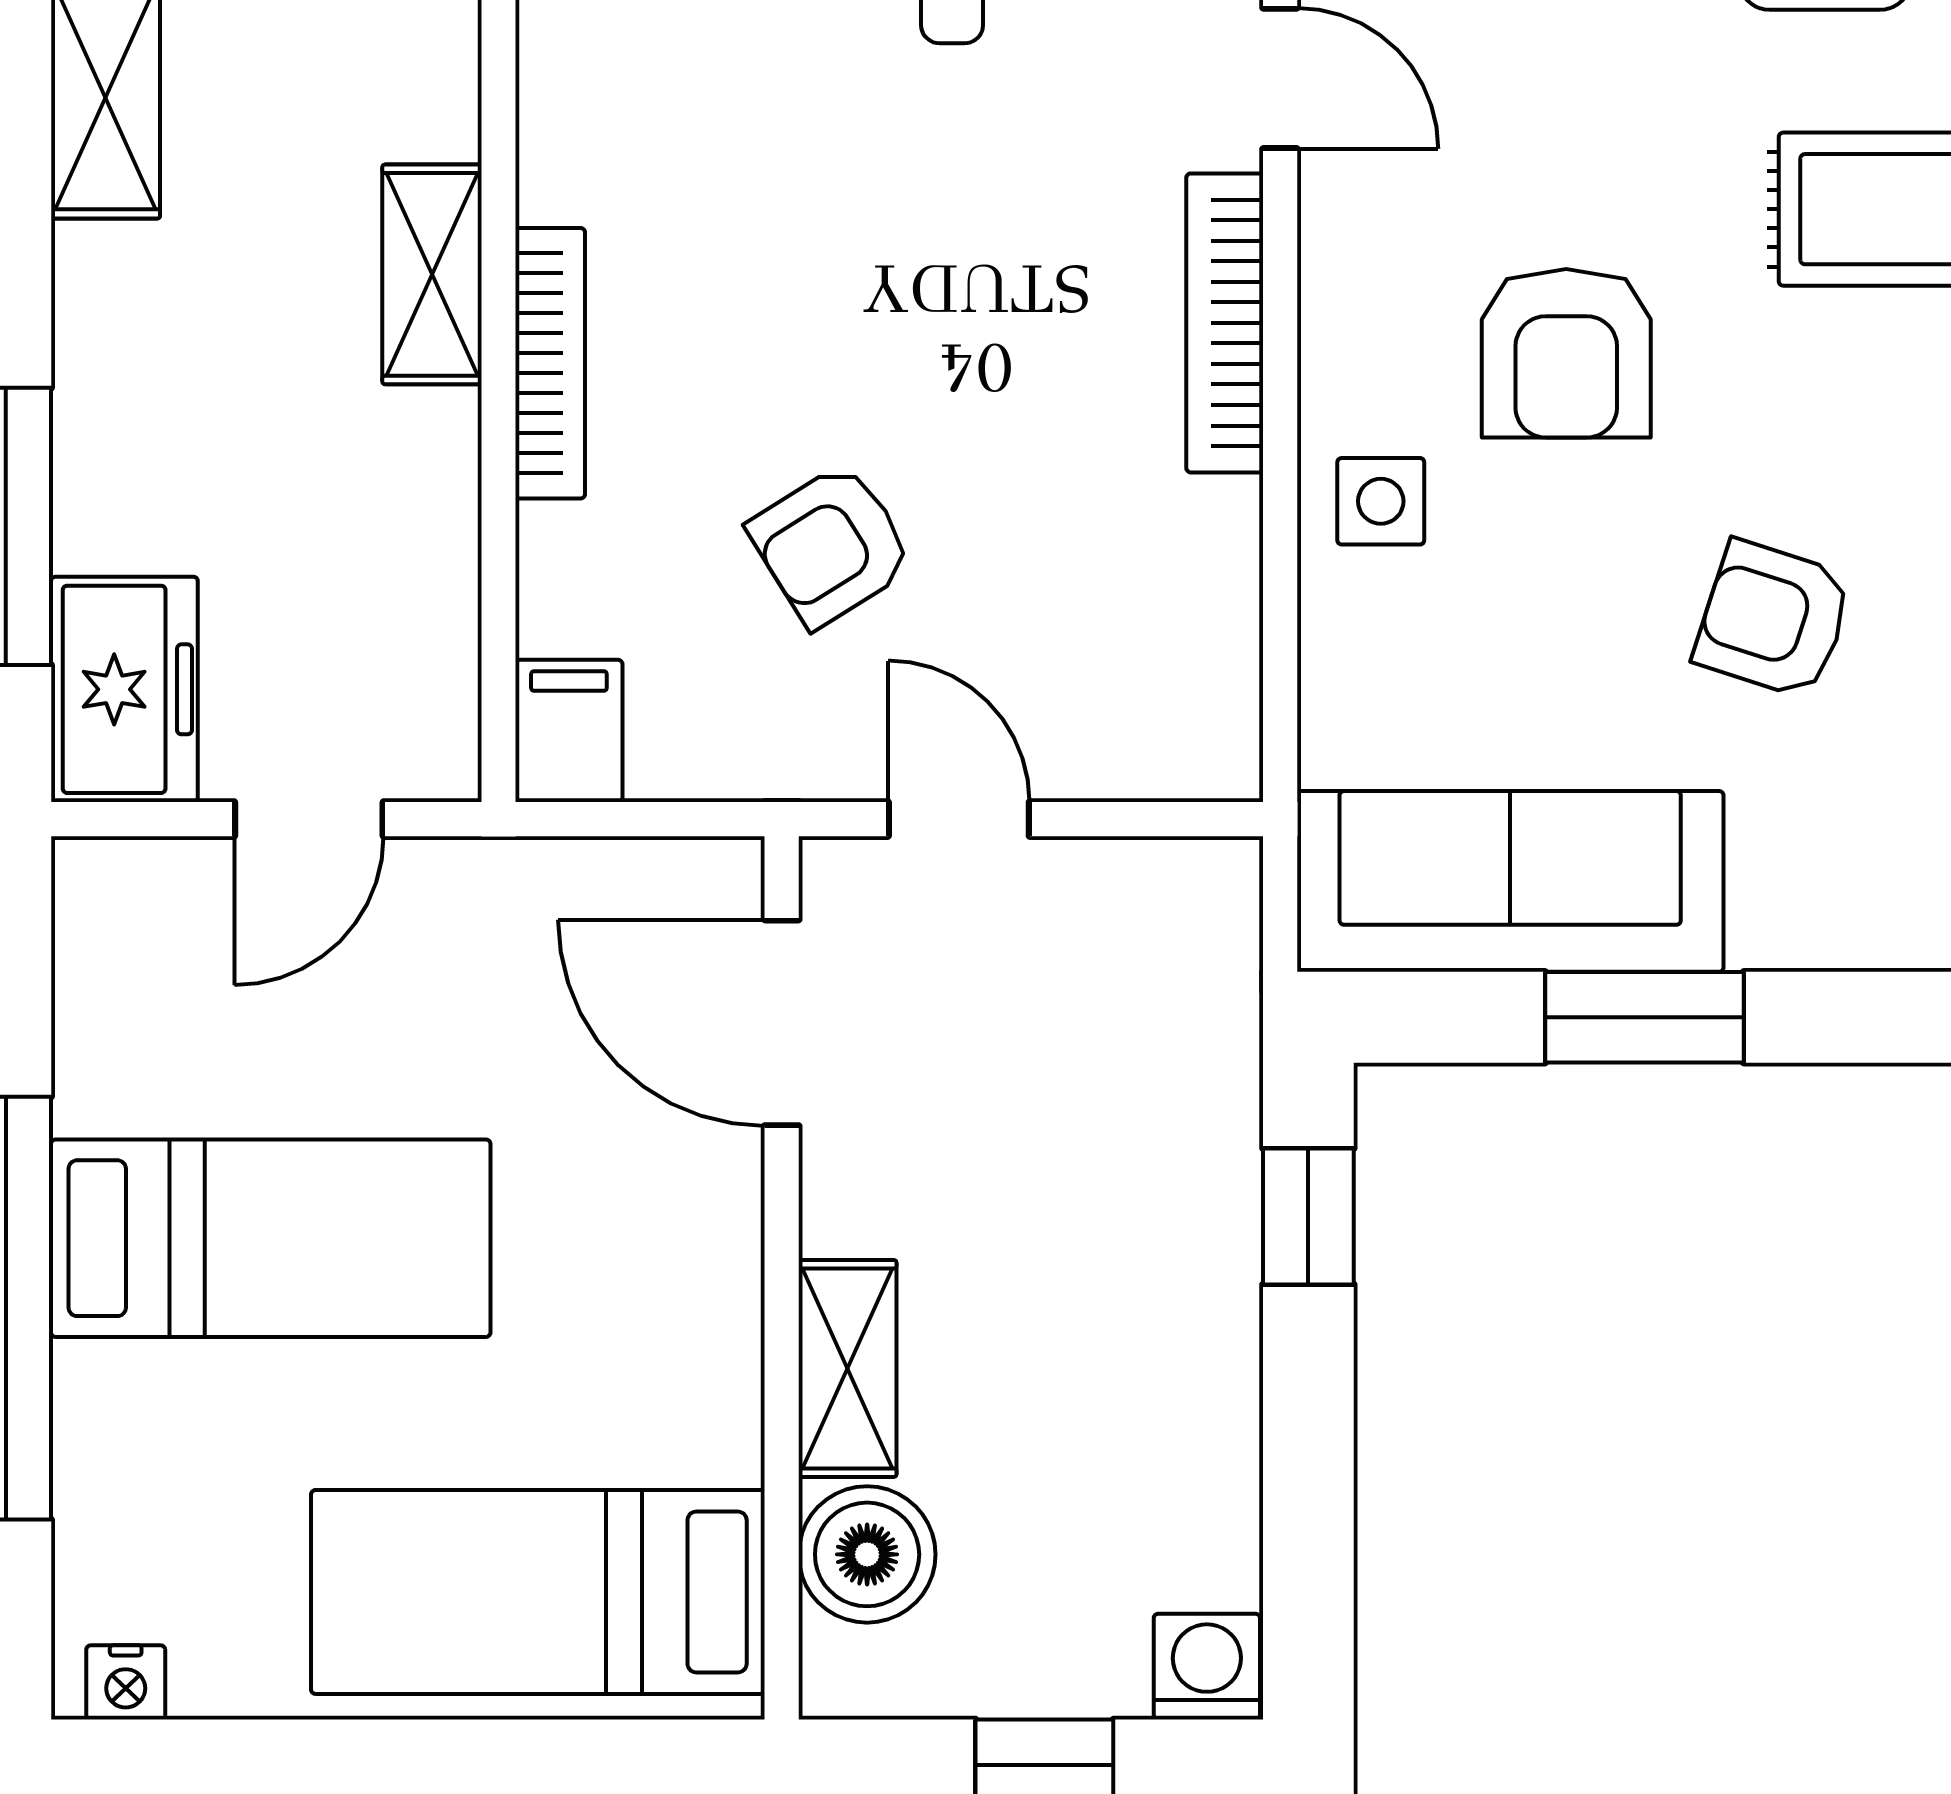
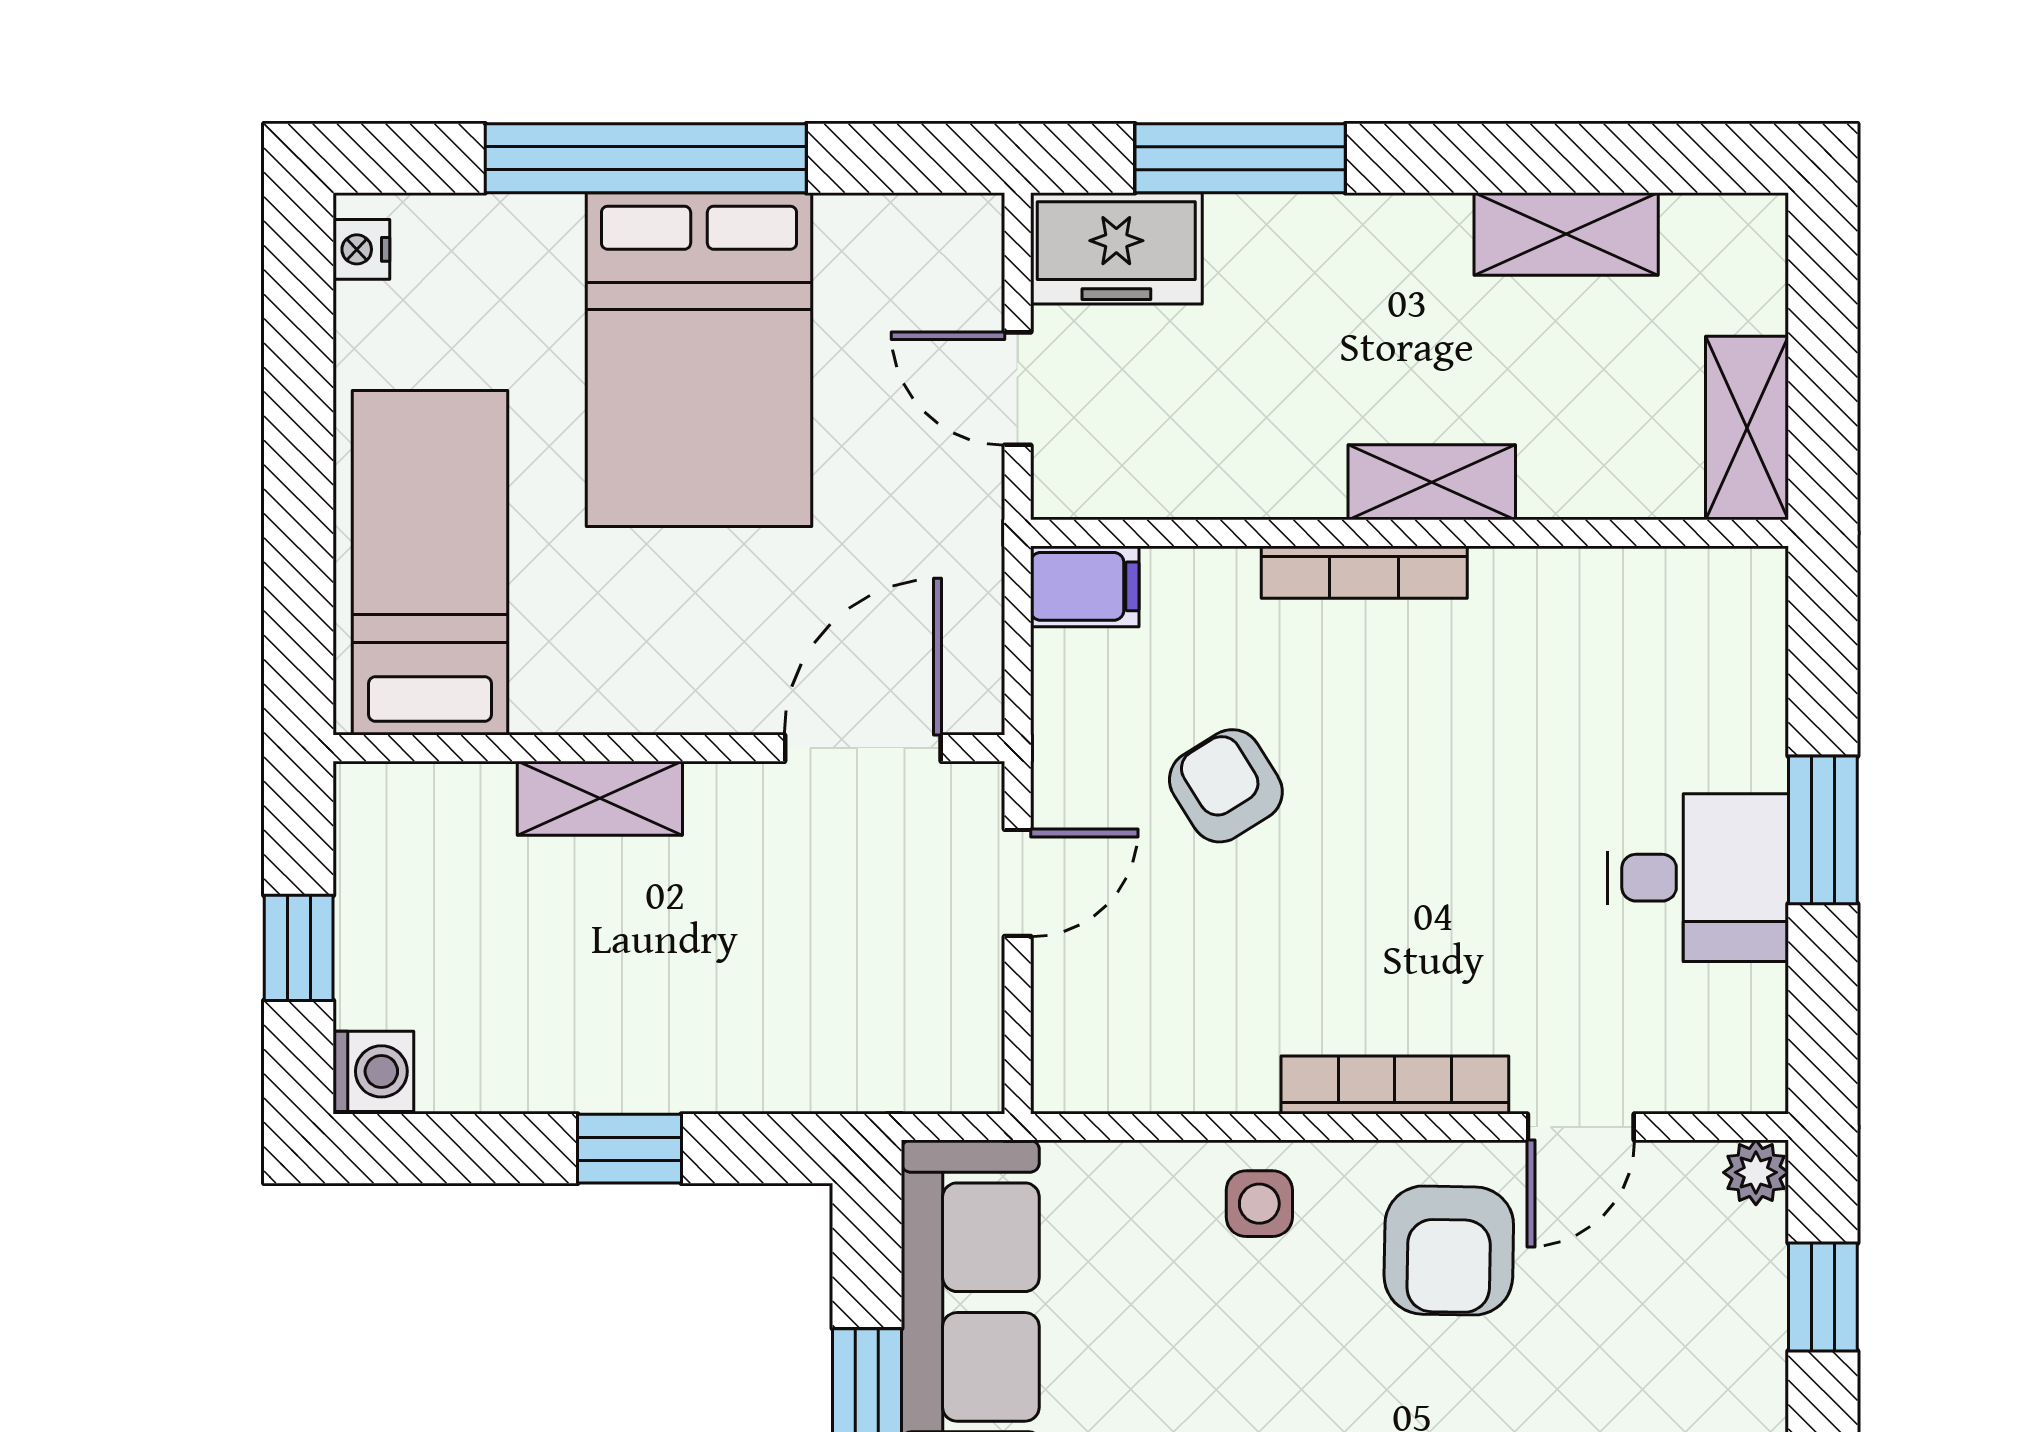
armchair: (1566, 353) -> (1449, 1251), moved, turned -89
window: (1308, 1216) -> (630, 1149), moved
bed: (271, 1238) -> (699, 360), width x1.50
boiler: (867, 1554) -> (459, 813), removed

